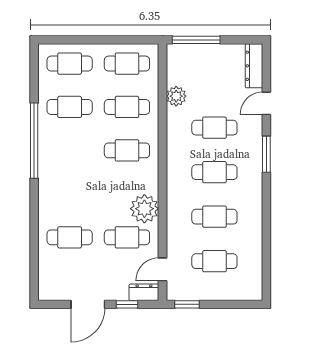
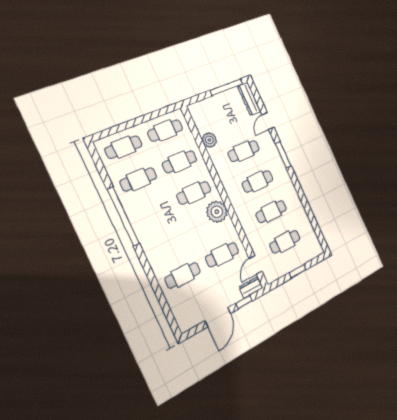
window: (196, 40) -> (226, 87), moved
plant: (144, 209) -> (217, 212), moved
window: (187, 304) -> (298, 271), moved

